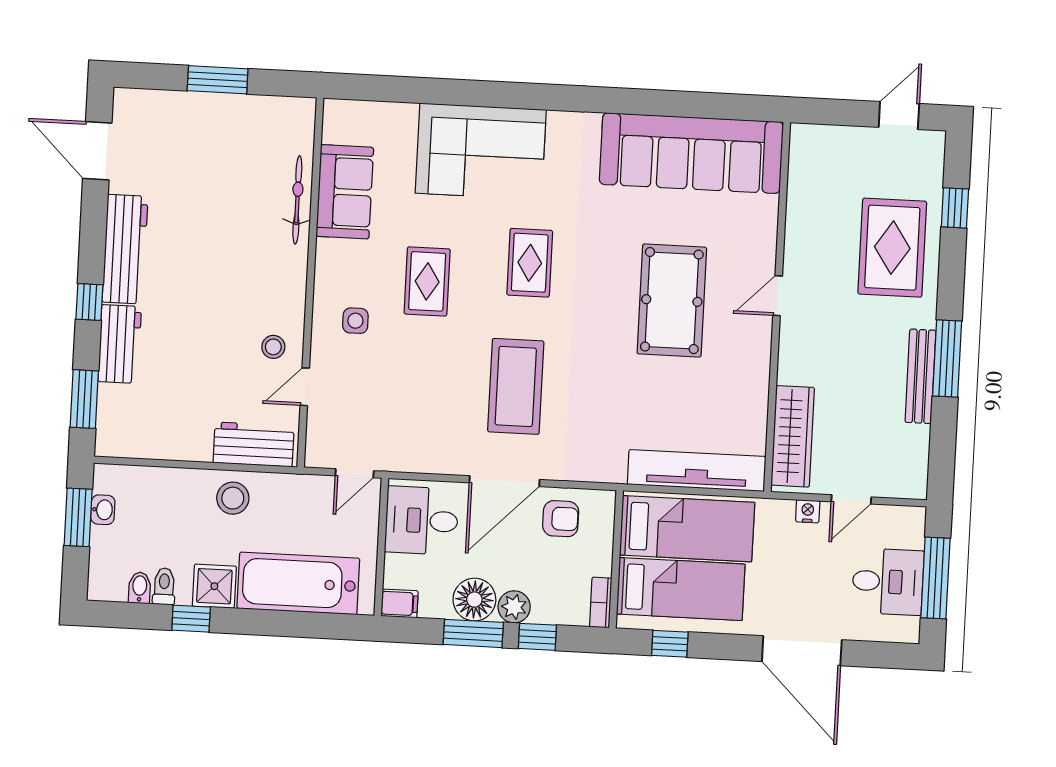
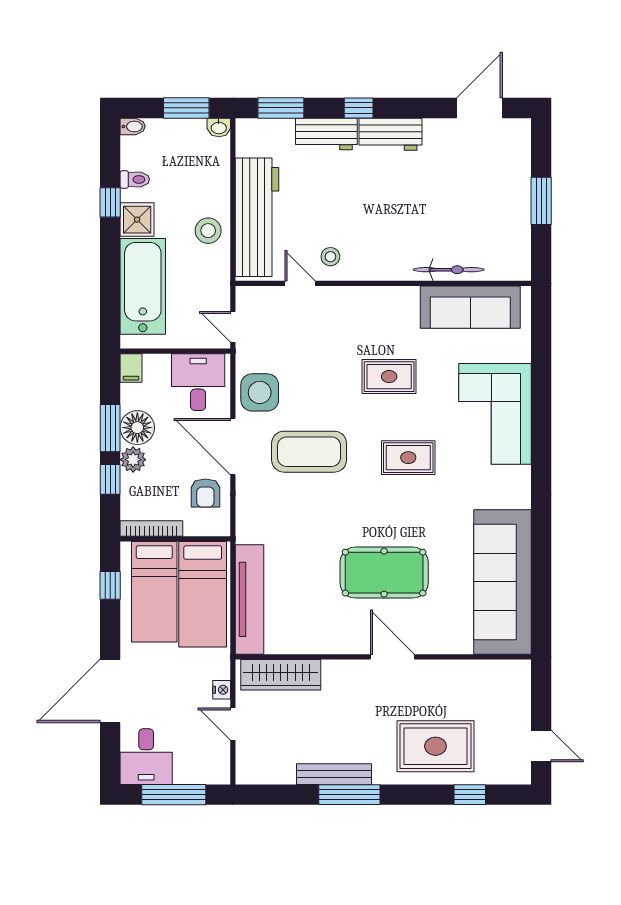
sofa: (345, 192) -> (470, 307), width x1.36
workbench: (125, 249) -> (390, 134), width x0.73
door: (778, 296) -> (392, 657), width x1.37
side table: (355, 321) -> (260, 392), moved, width x1.87, depth x1.87
workbench: (254, 444) -> (257, 217), width x1.88, depth x1.32
washbasin: (103, 510) -> (219, 127), moved
desk: (888, 582) -> (146, 757), moved
bidet: (140, 588) -> (133, 126), moved
bookcase: (601, 603) -> (151, 528), width x1.56

